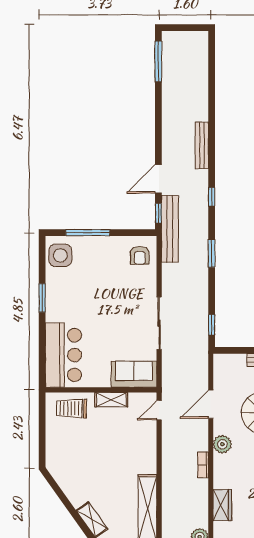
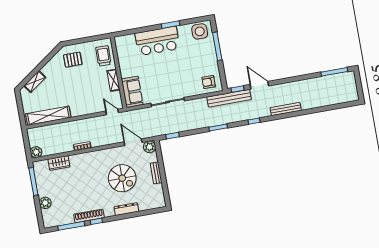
bar counter: (63, 355) -> (157, 41), moved
door: (211, 404) -> (133, 142), moved
plant: (222, 444) -> (150, 147), moved
pallet: (69, 456) -> (73, 60), added

